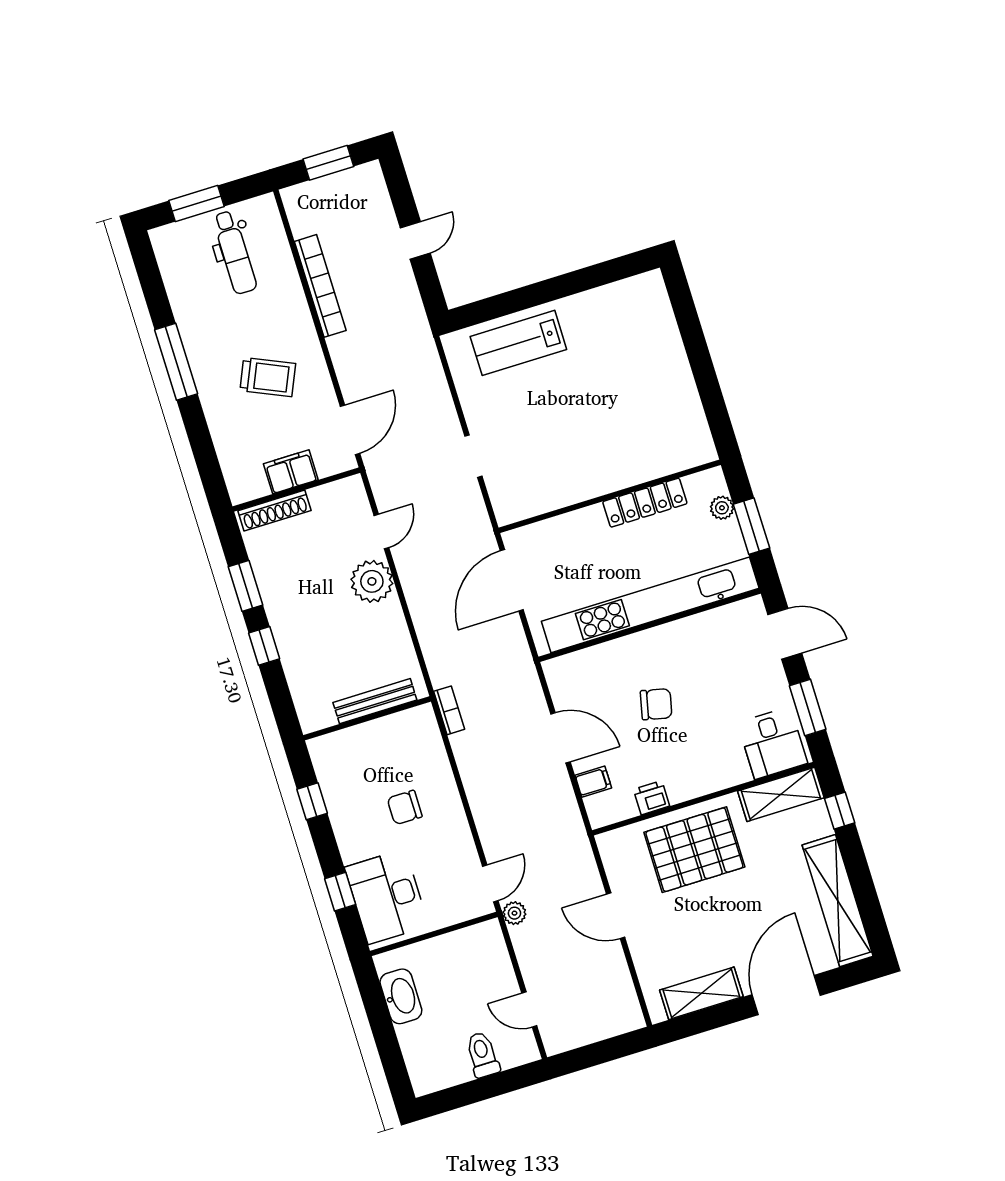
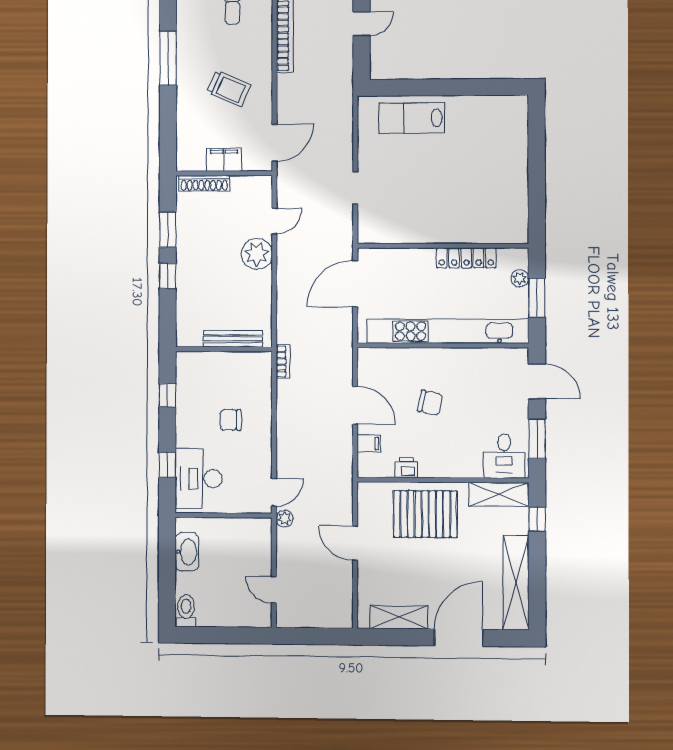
toilet: (482, 1055) -> (186, 611), moved

